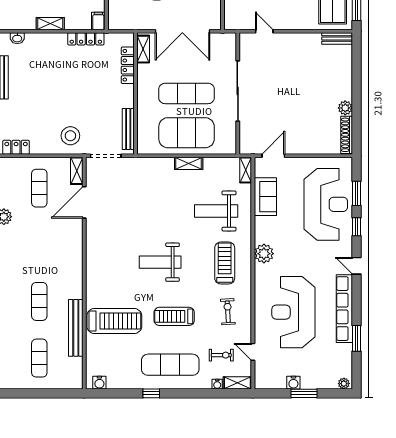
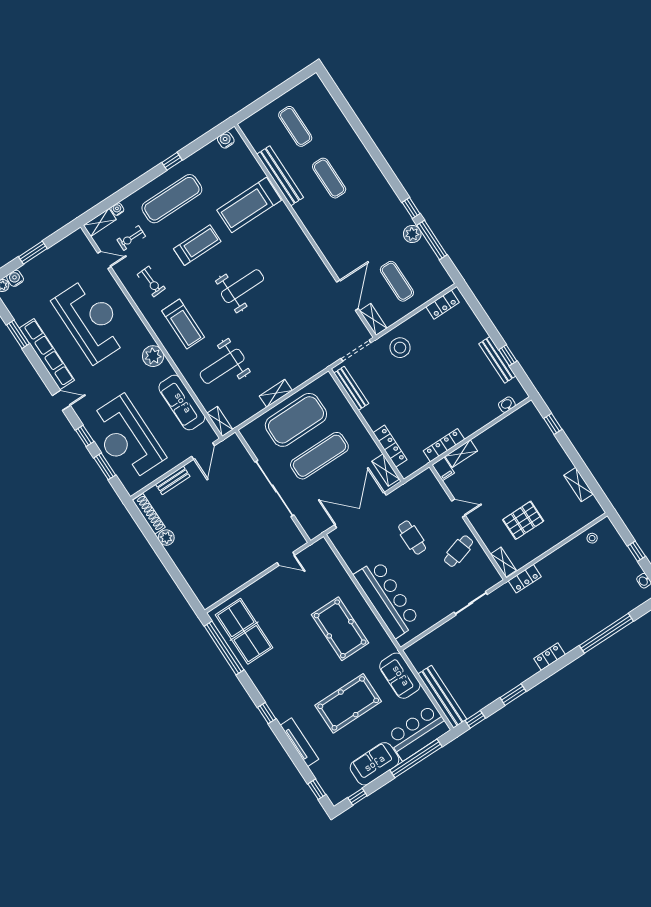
shelving: (50, 24) -> (461, 454), moved
bench: (337, 38) -> (173, 480), moved
sofa: (265, 197) -> (182, 403), width x1.36
weight bench: (216, 211) -> (222, 366), turned 180
water cooler: (293, 383) -> (15, 278), moved

